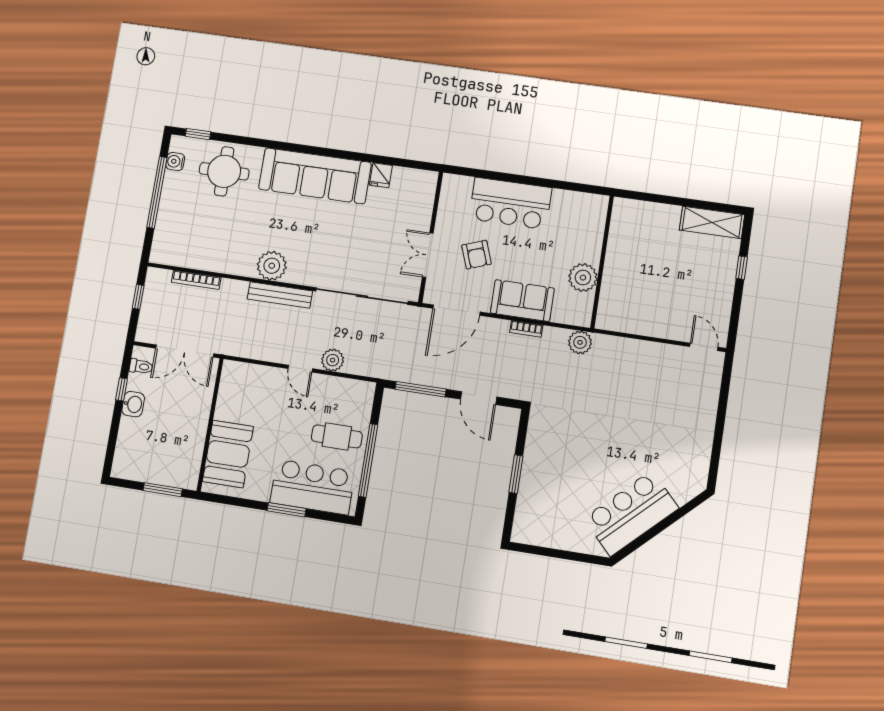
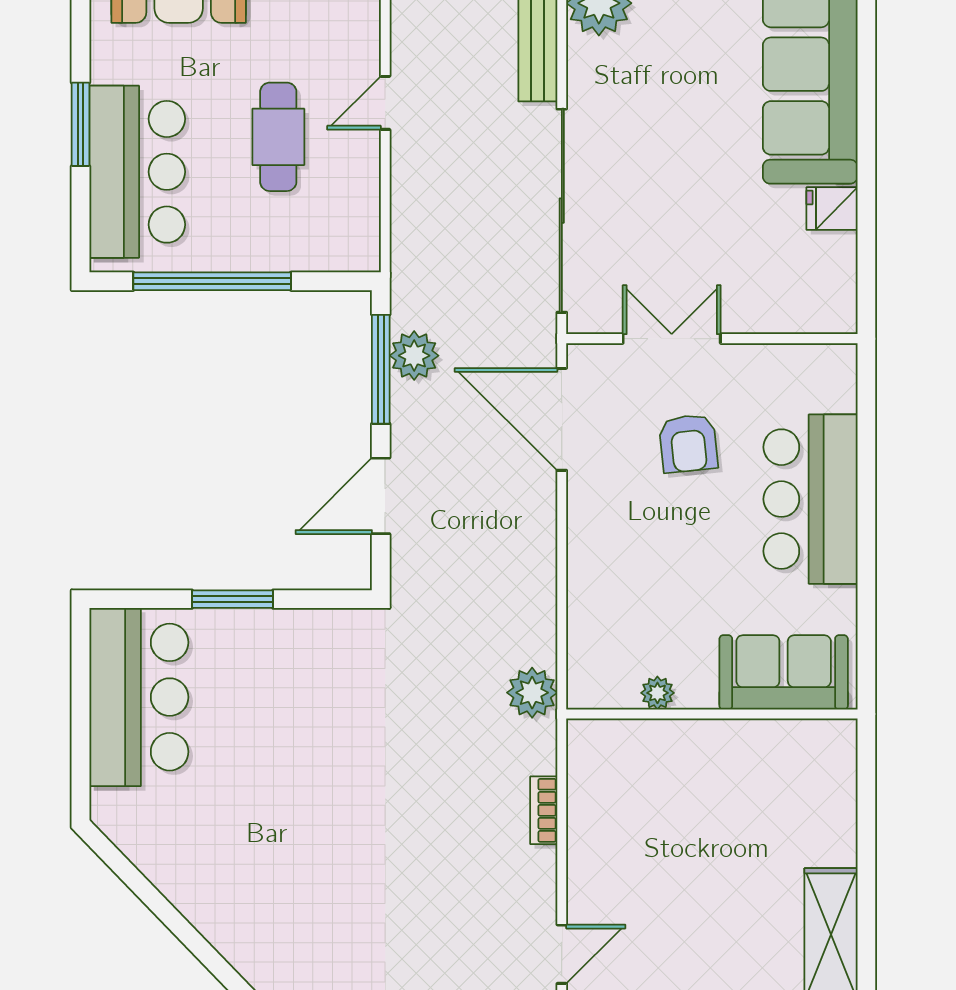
armchair: (476, 255) -> (688, 443), turned -76
plant: (583, 278) -> (657, 693), width x0.53, depth x0.53
sofa: (522, 301) -> (784, 672), moved, turned -90
bookcase: (526, 329) -> (544, 810), moved
plant: (333, 360) -> (414, 356), moved
cafe table: (337, 436) -> (278, 137), moved
bar counter: (631, 513) -> (139, 697), moved, turned 44

